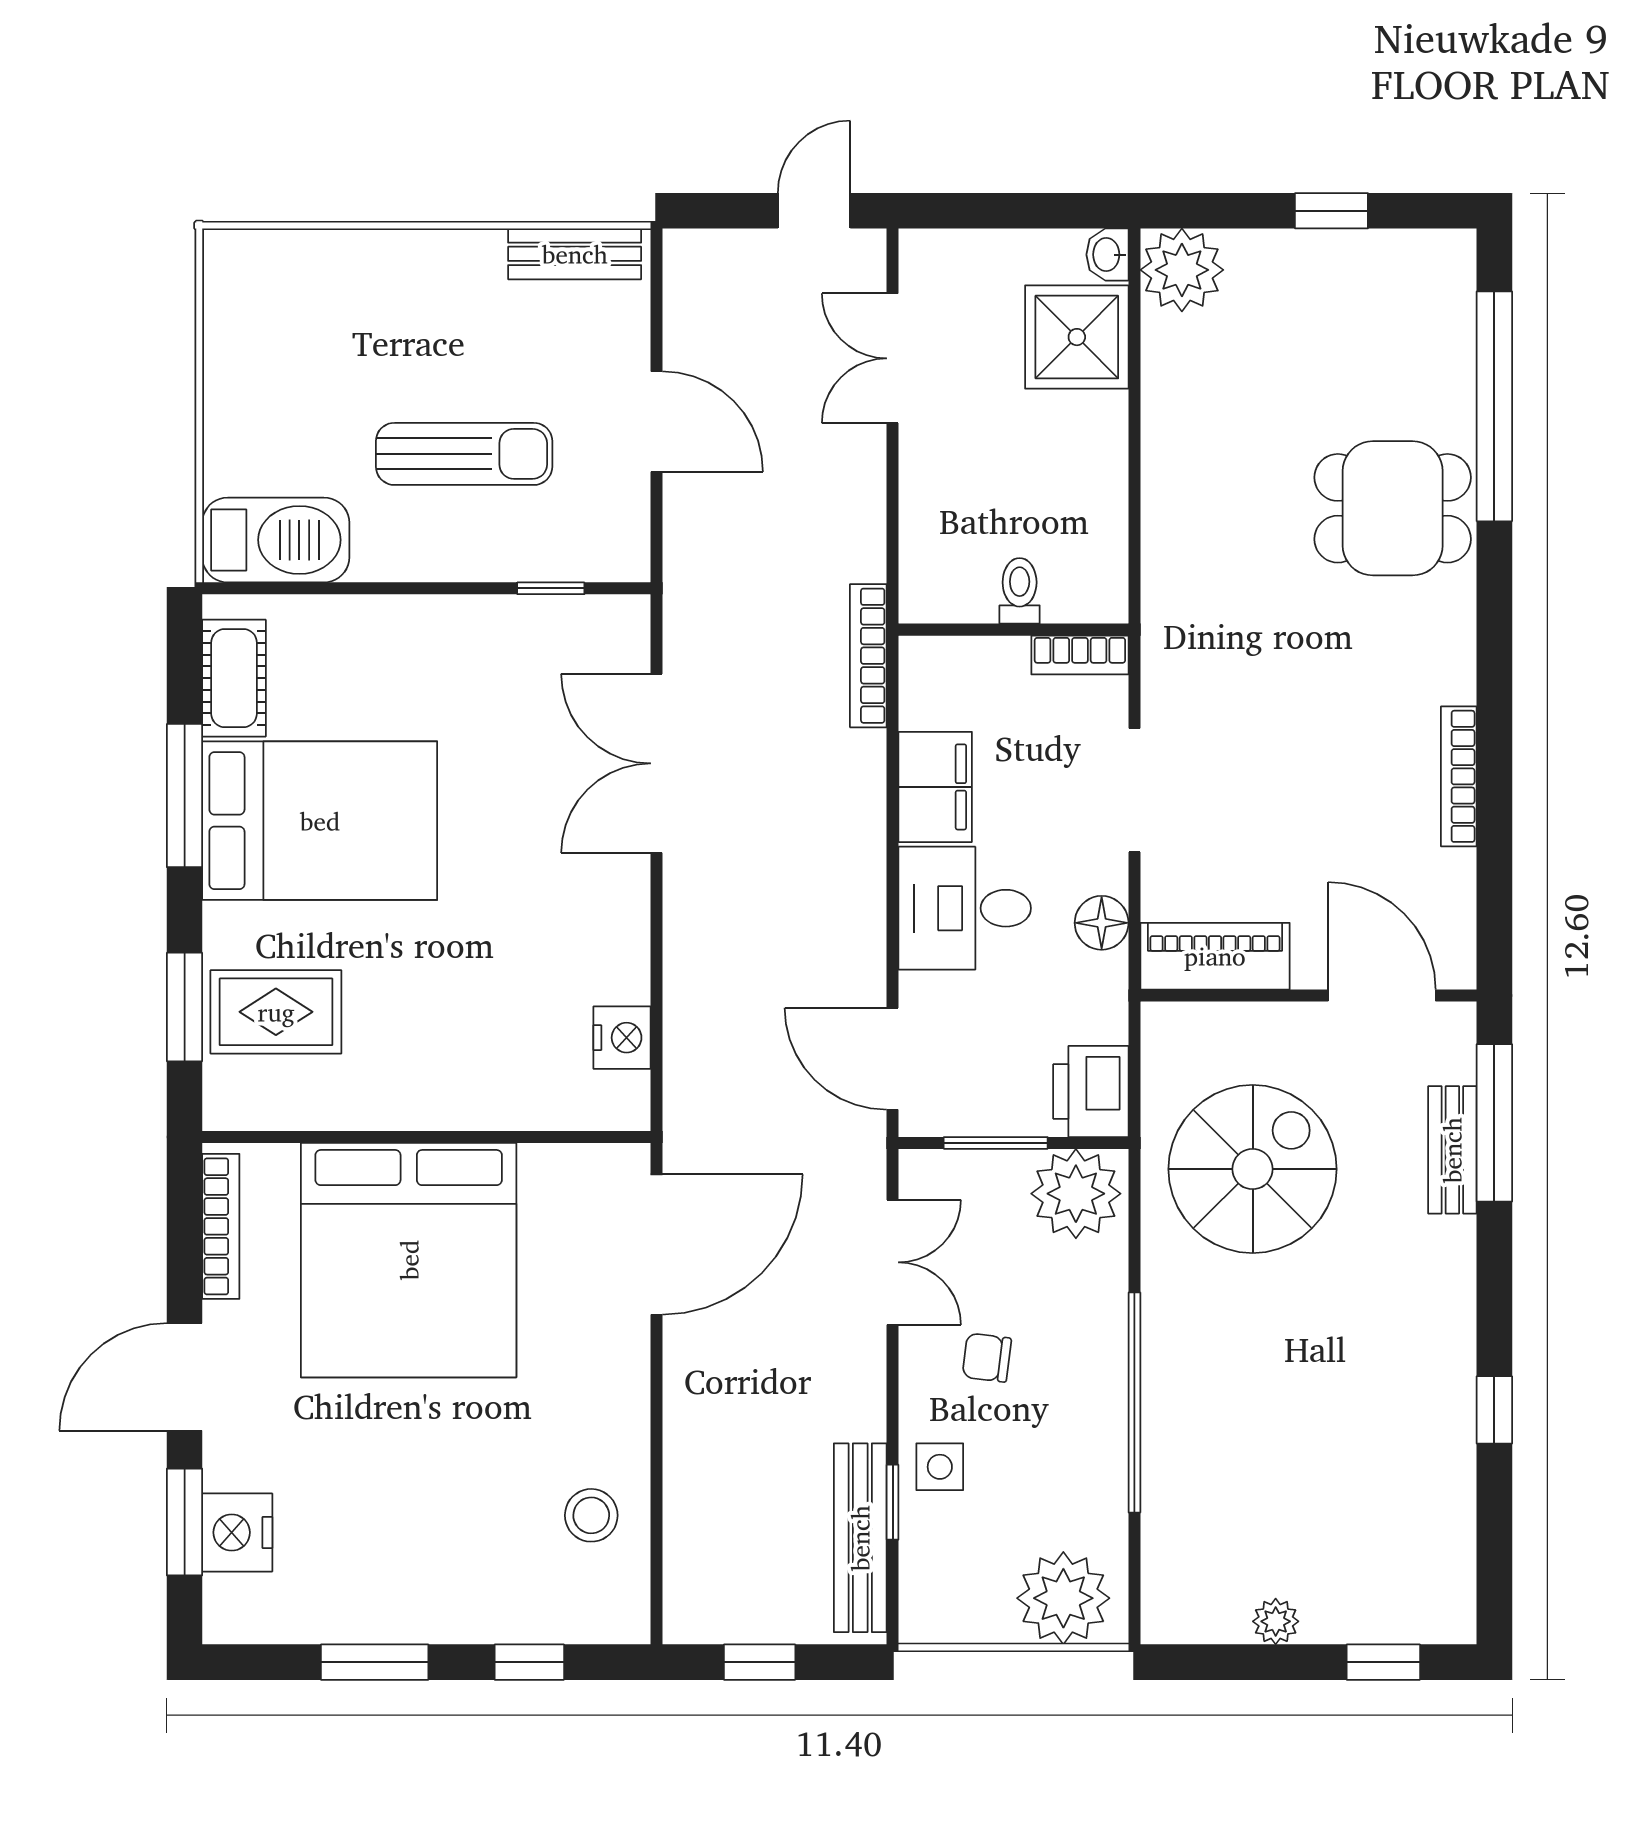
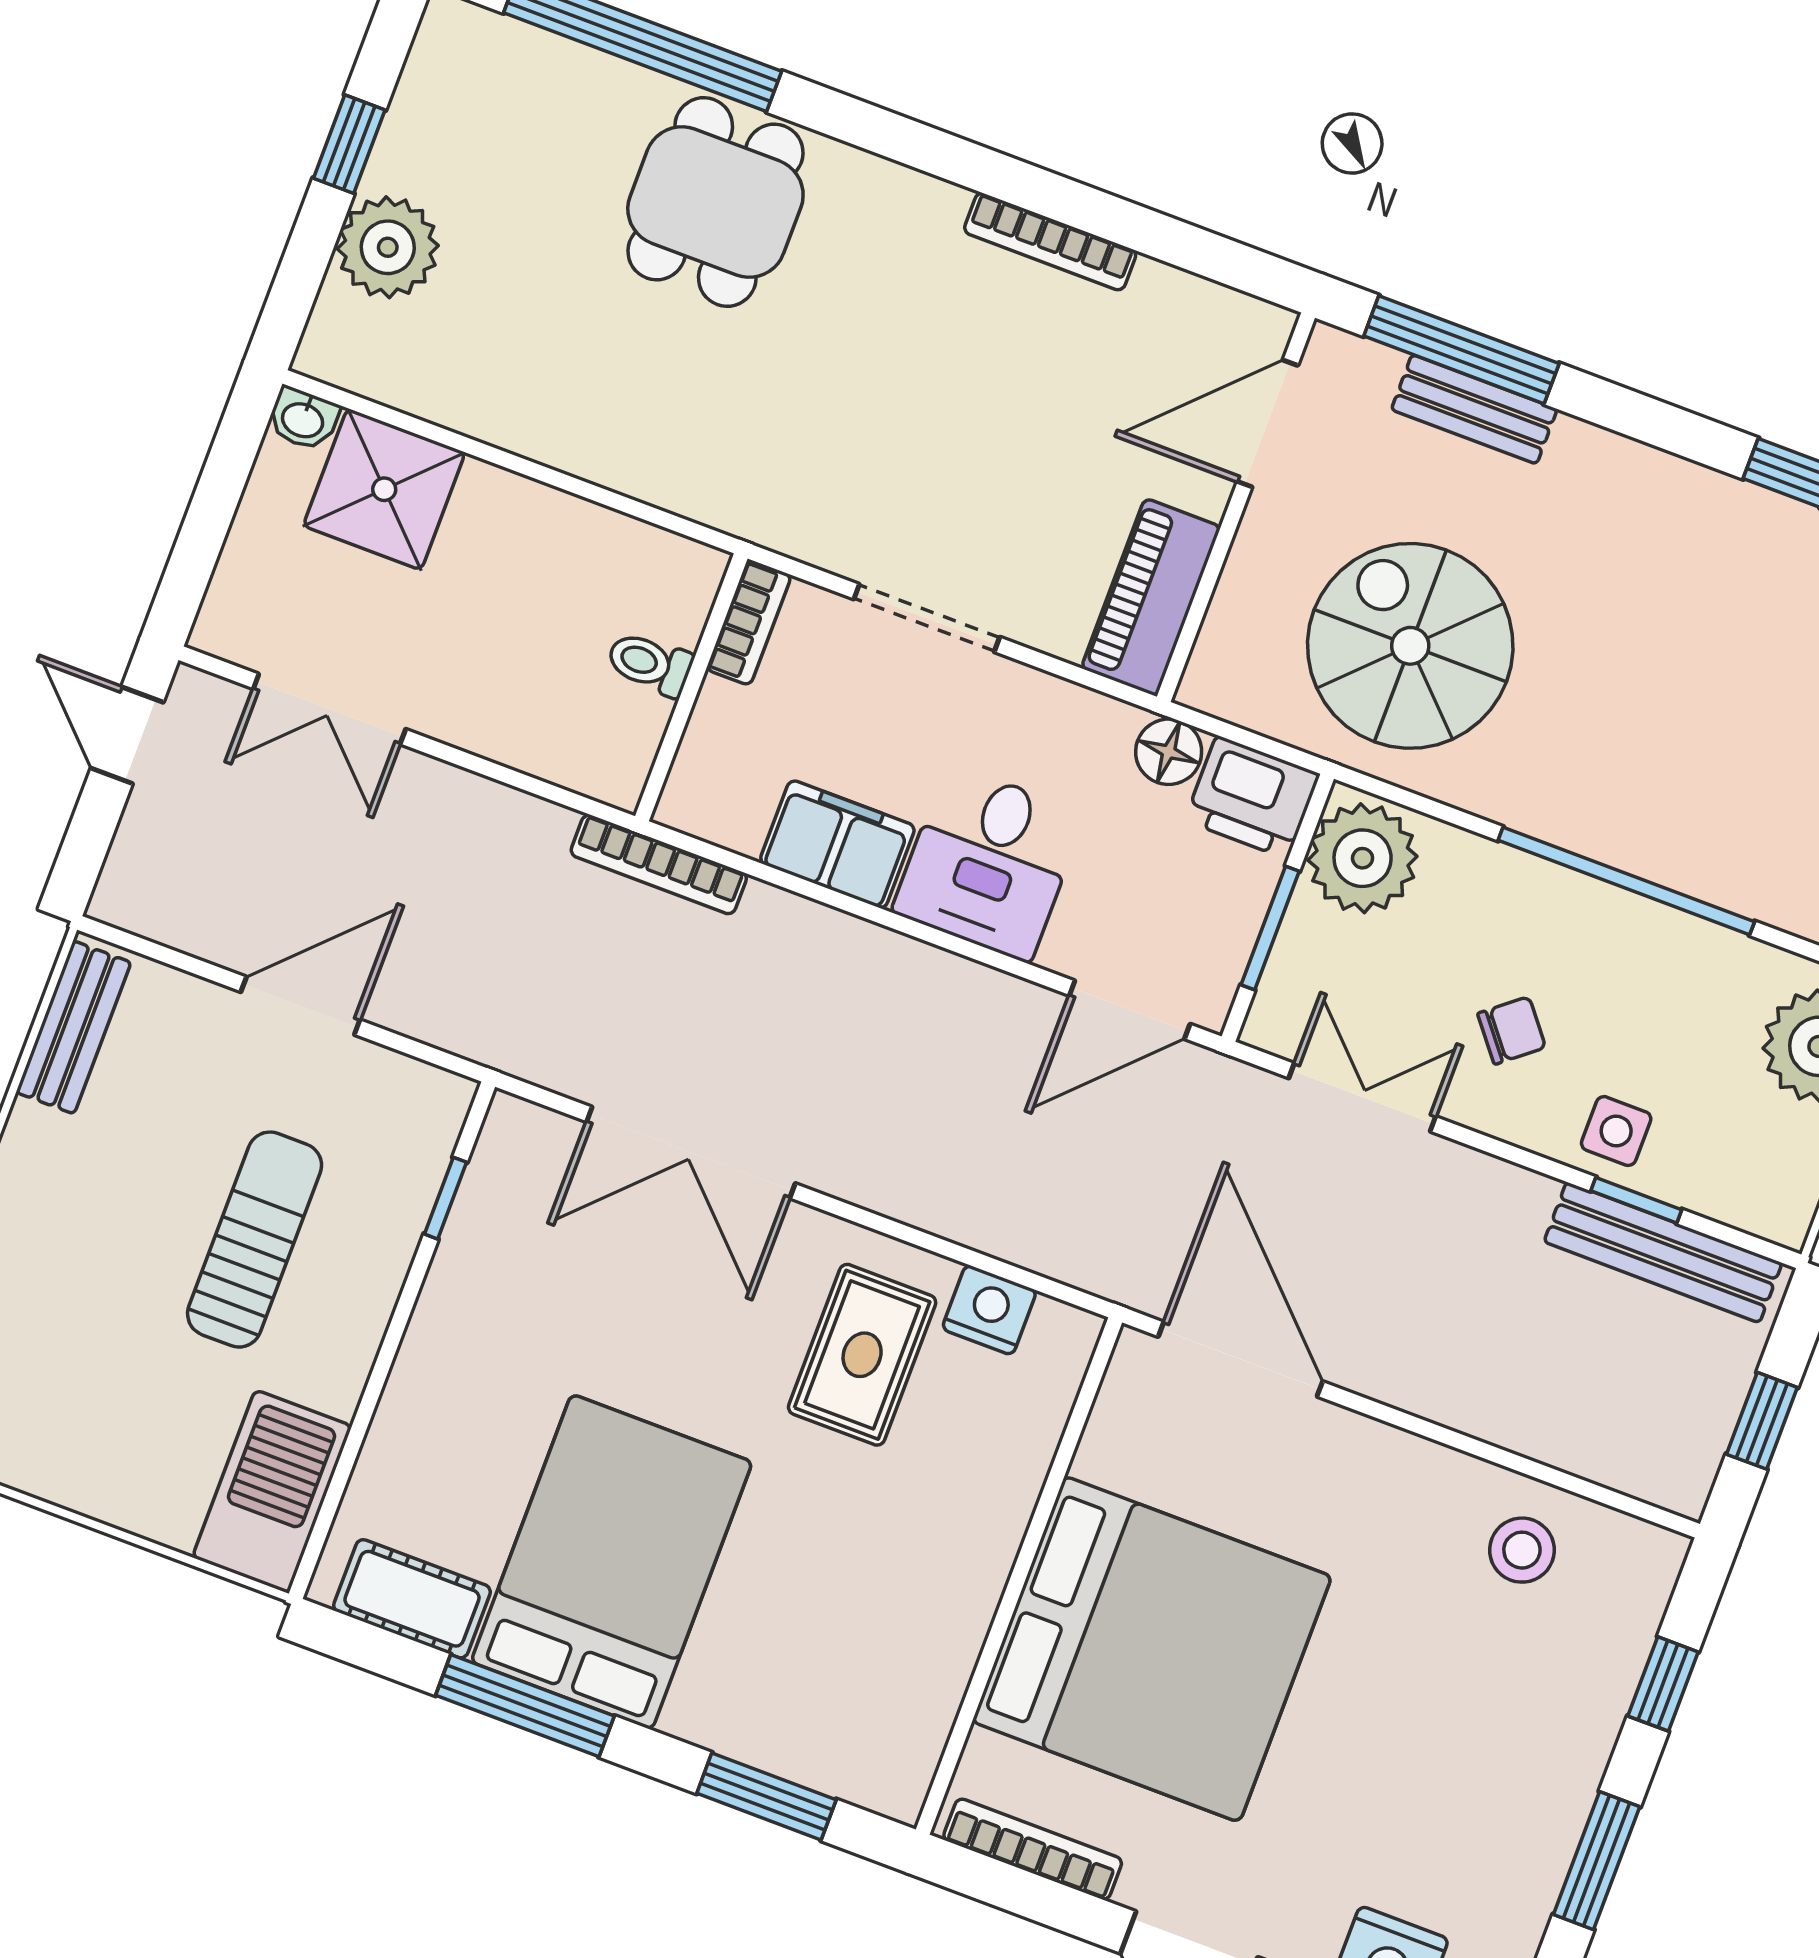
plant: (1182, 270) -> (388, 247), moved
floor lamp: (1102, 923) -> (1169, 752), moved
rug: (276, 1012) -> (862, 1355), moved
chair: (987, 1358) -> (1512, 1030), turned -136

